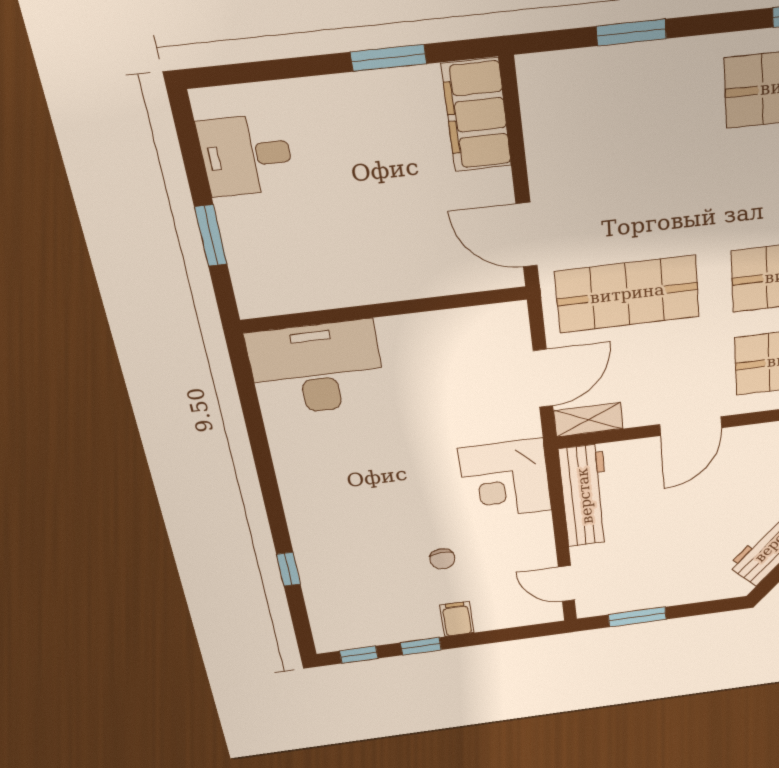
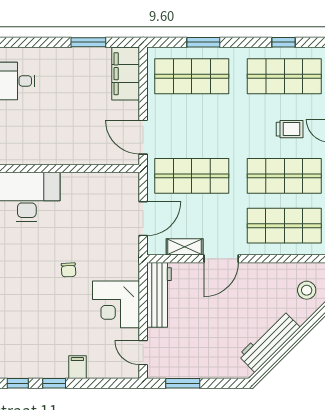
shop shelf: (613, 106) -> (192, 76), added
shelving: (588, 420) -> (185, 247), moved
corner desk: (505, 479) -> (116, 304), moved
chair: (442, 559) -> (69, 270), moved

